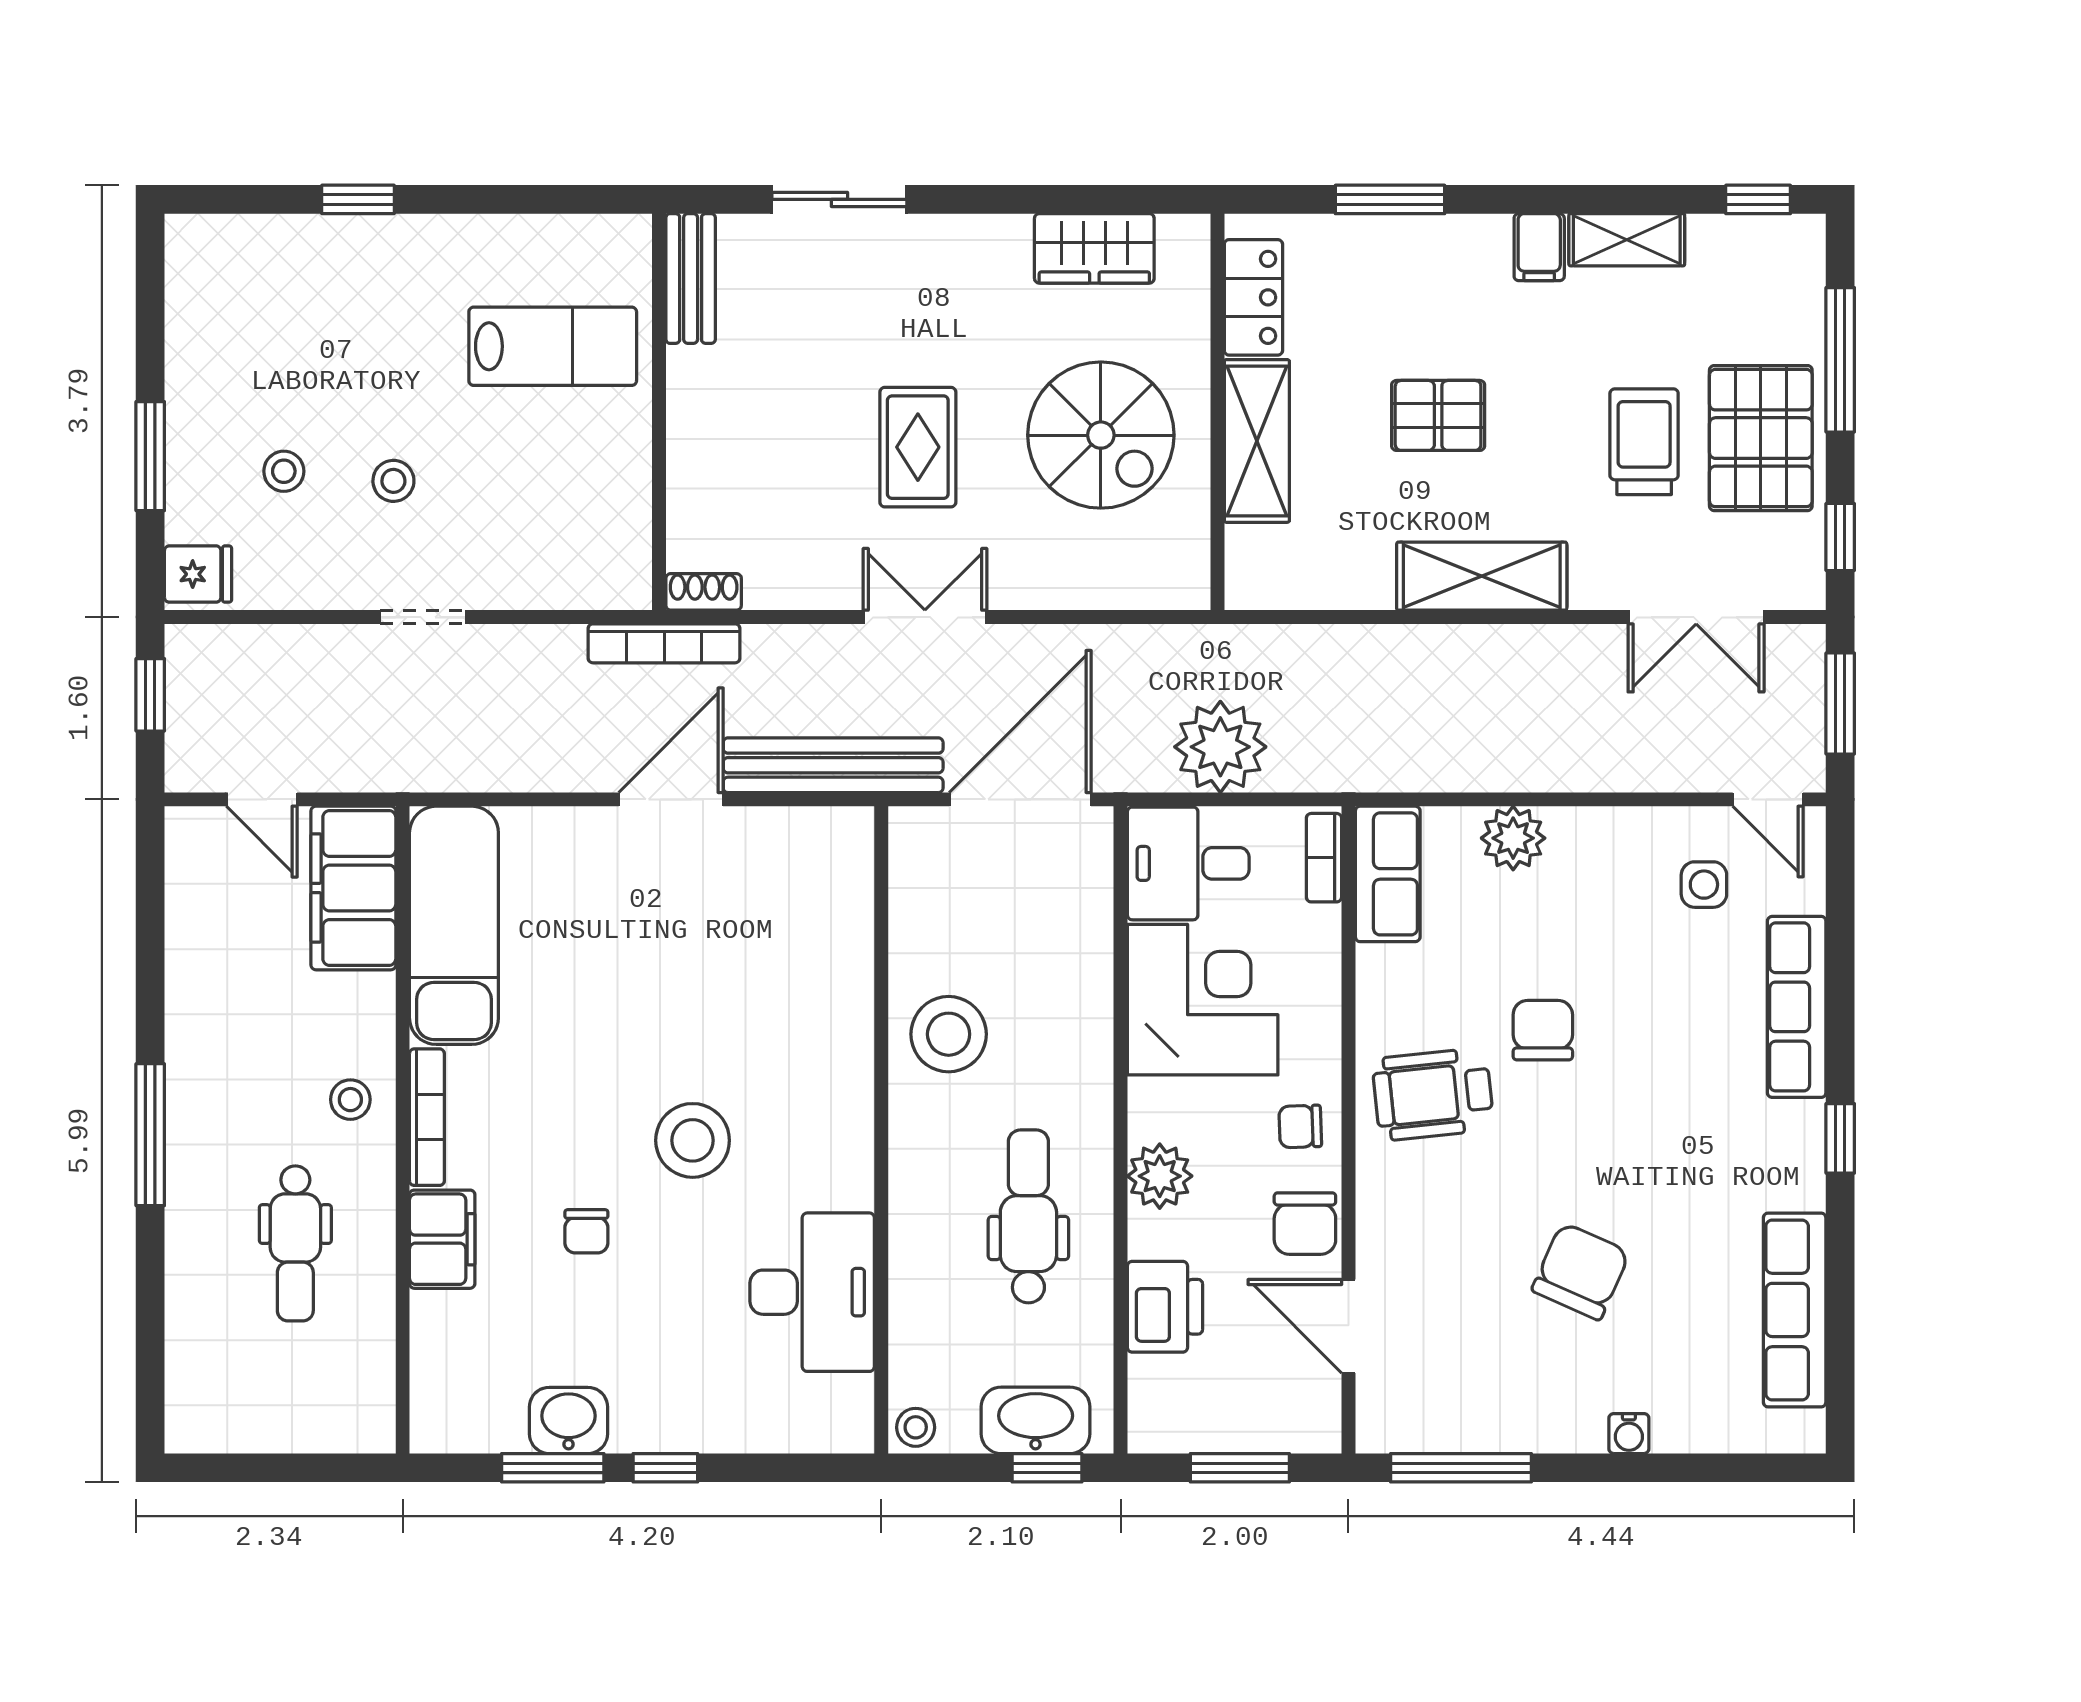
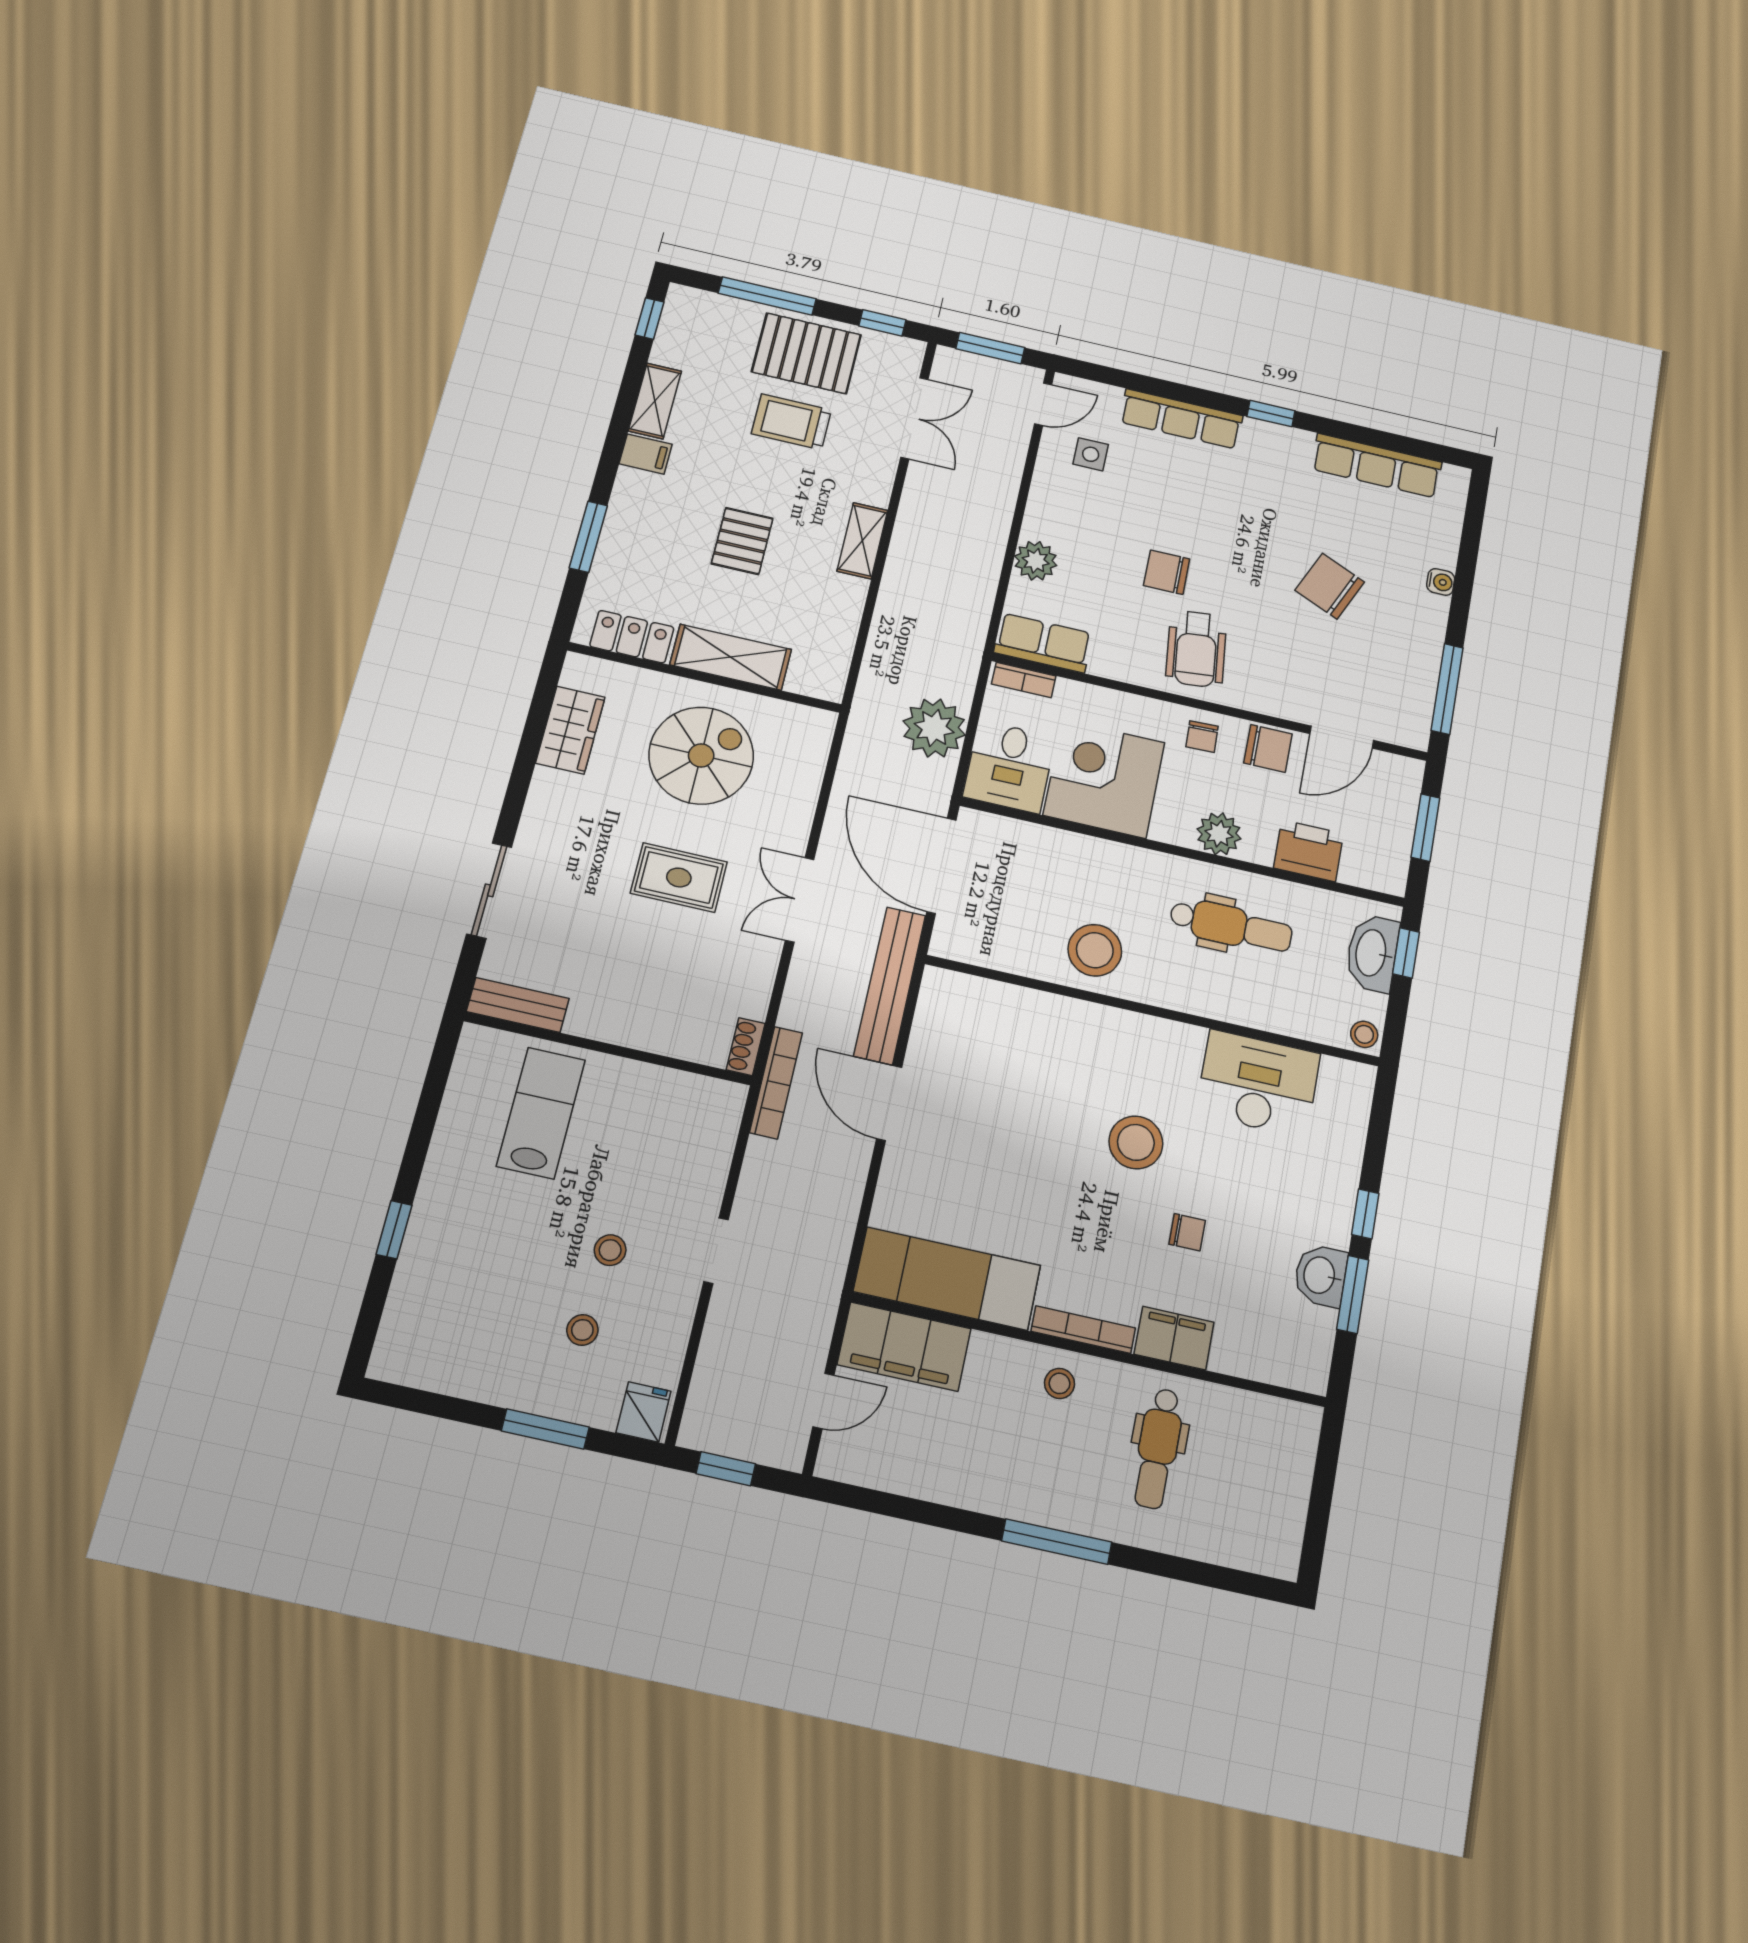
shelving: (1482, 576) -> (862, 541), width x0.67, depth x0.75
dental chair: (1028, 1216) -> (1231, 926), turned 180
dental chair: (295, 1243) -> (1158, 1448), turned 90

